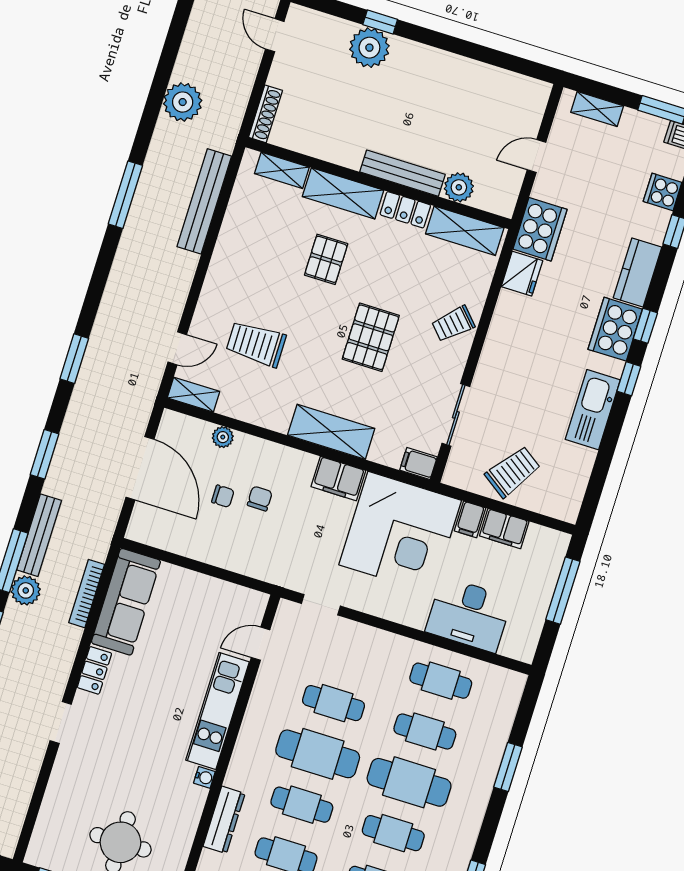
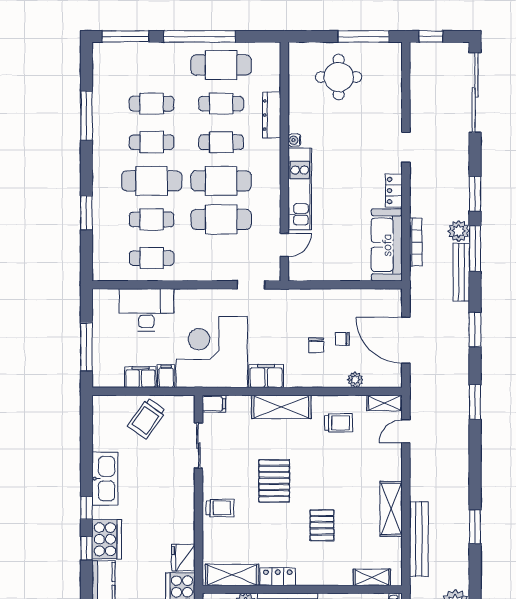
shelving: (343, 193) -> (391, 509), moved, turned 90
window: (125, 195) -> (475, 527), width x0.69
trolley: (453, 324) -> (220, 508), turned 43
trolley: (256, 344) -> (339, 423), moved, width x0.73, depth x0.72
cafe table: (334, 703) -> (221, 219), width x1.37, depth x1.35

